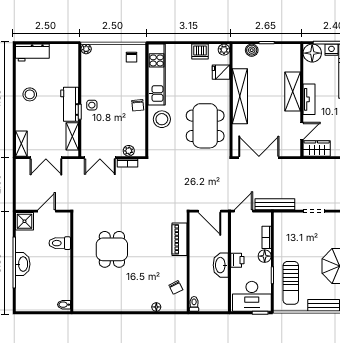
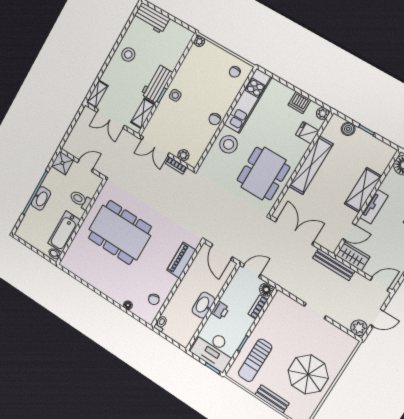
bench: (275, 204) -> (334, 264), moved
dining table: (112, 249) -> (120, 232), width x1.88, depth x1.24
floor lamp: (265, 256) -> (266, 290), moved
bathtub: (61, 280) -> (64, 232), added

